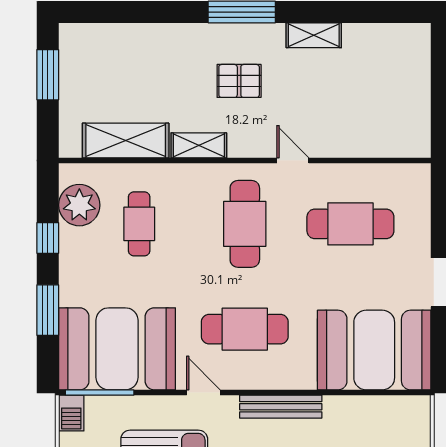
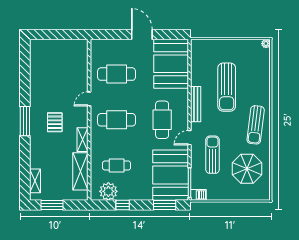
shelving: (314, 35) -> (35, 181), moved
cafe table: (350, 224) -> (117, 74), turned 90
window: (48, 310) -> (165, 205), moved

